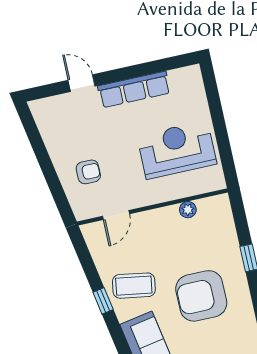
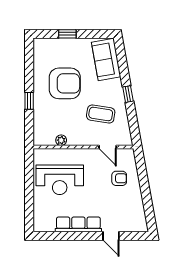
armchair: (88, 172) -> (119, 178), turned 180
door: (116, 215) -> (108, 147), swing flipped
coffee table: (134, 286) -> (101, 114), moved

